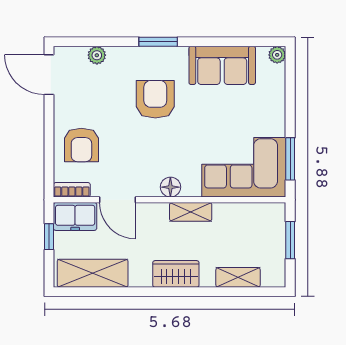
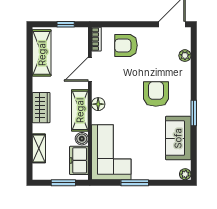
window: (158, 42) -> (194, 113), moved
armchair: (155, 99) -> (156, 94), turned -90
window: (290, 159) -> (135, 183), moved
shelving: (191, 212) -> (80, 110), width x1.50, depth x1.33
boiler: (223, 212) -> (82, 139), added
freezer: (75, 216) -> (79, 160), moved

